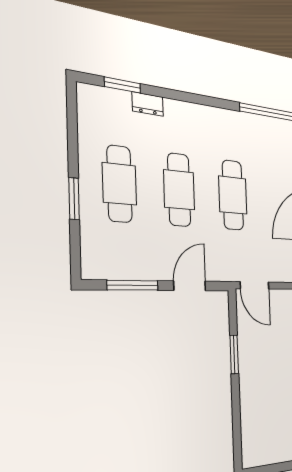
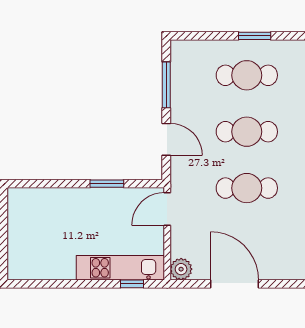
window: (74, 199) -> (255, 36), moved

